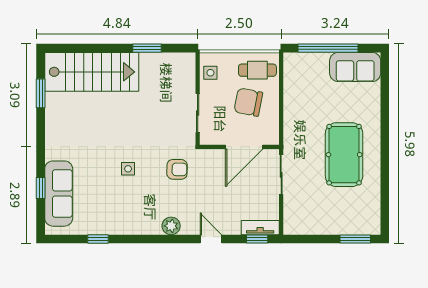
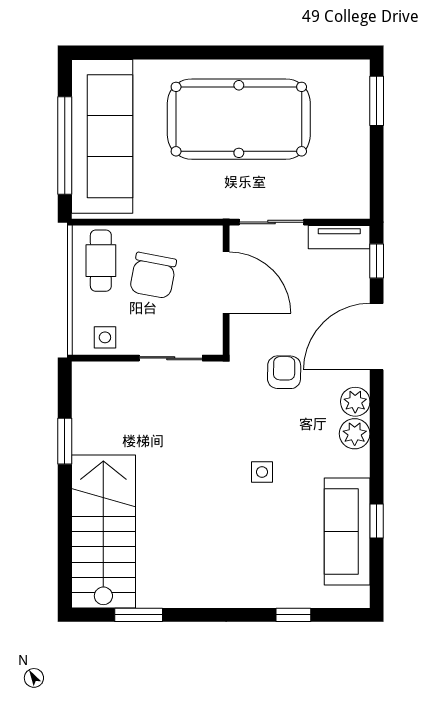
sofa: (355, 67) -> (102, 136), width x1.85, depth x1.27
pool table: (344, 155) -> (239, 119), width x1.36, depth x1.32
armchair: (177, 169) -> (284, 372), moved
sofa: (59, 194) -> (347, 532), moved, turned -90
plant: (151, 226) -> (355, 434), added
tv unit: (260, 228) -> (339, 237), moved, turned -90
door: (211, 239) -> (377, 337), width x1.87

